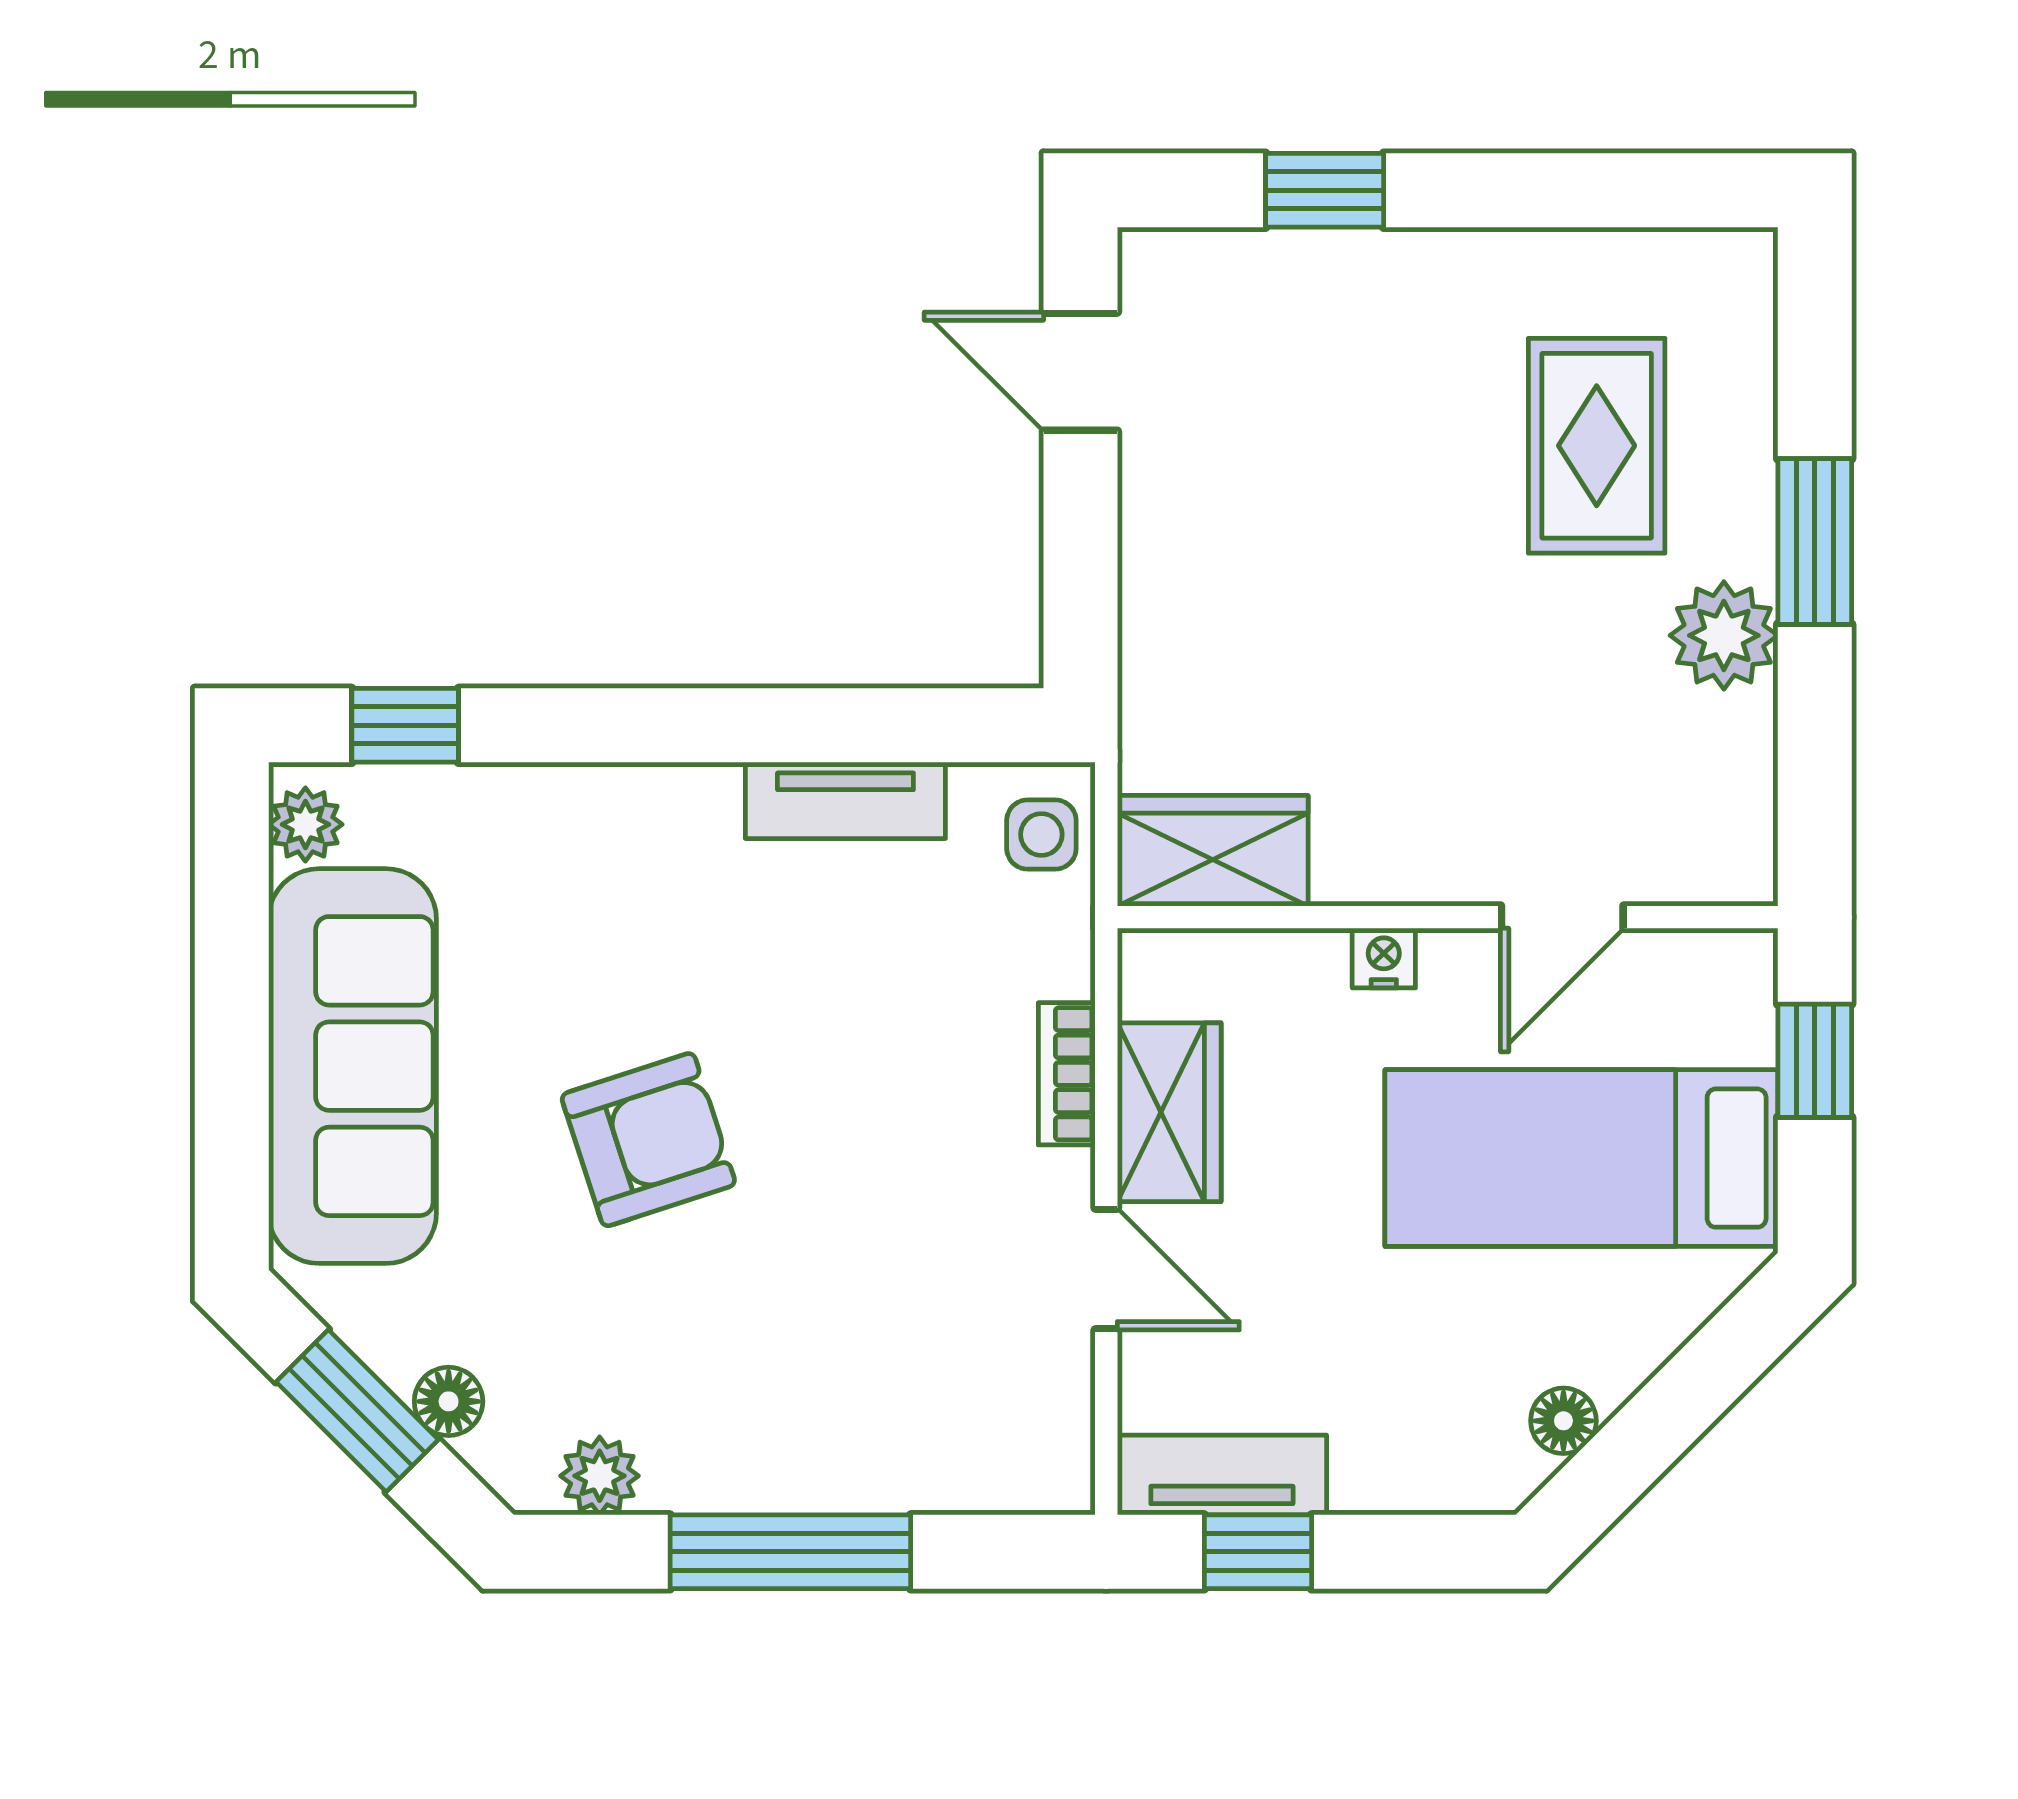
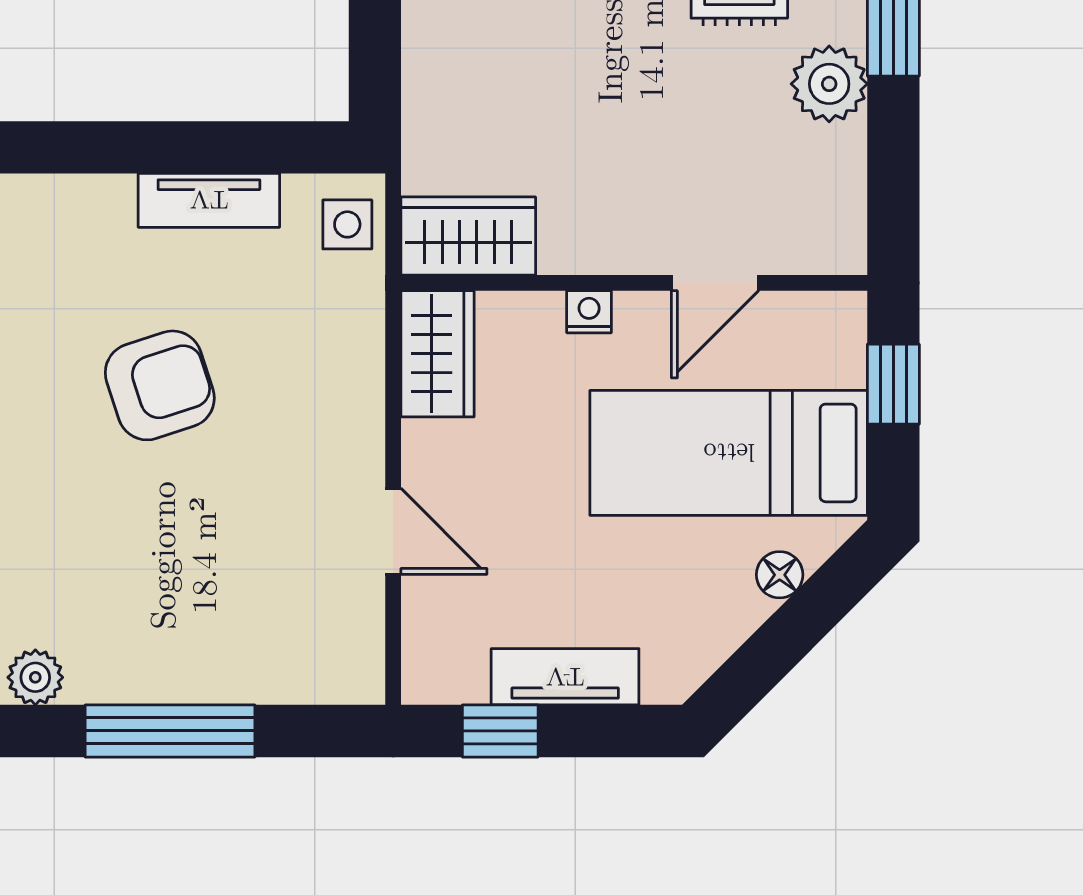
bookcase: (1067, 1074) -> (365, 393), removed
wardrobe: (1169, 1112) -> (438, 354), moved
armchair: (648, 1140) -> (160, 385), moved
floor lamp: (1563, 1421) -> (780, 575), moved
tv unit: (1222, 1475) -> (565, 677), moved

